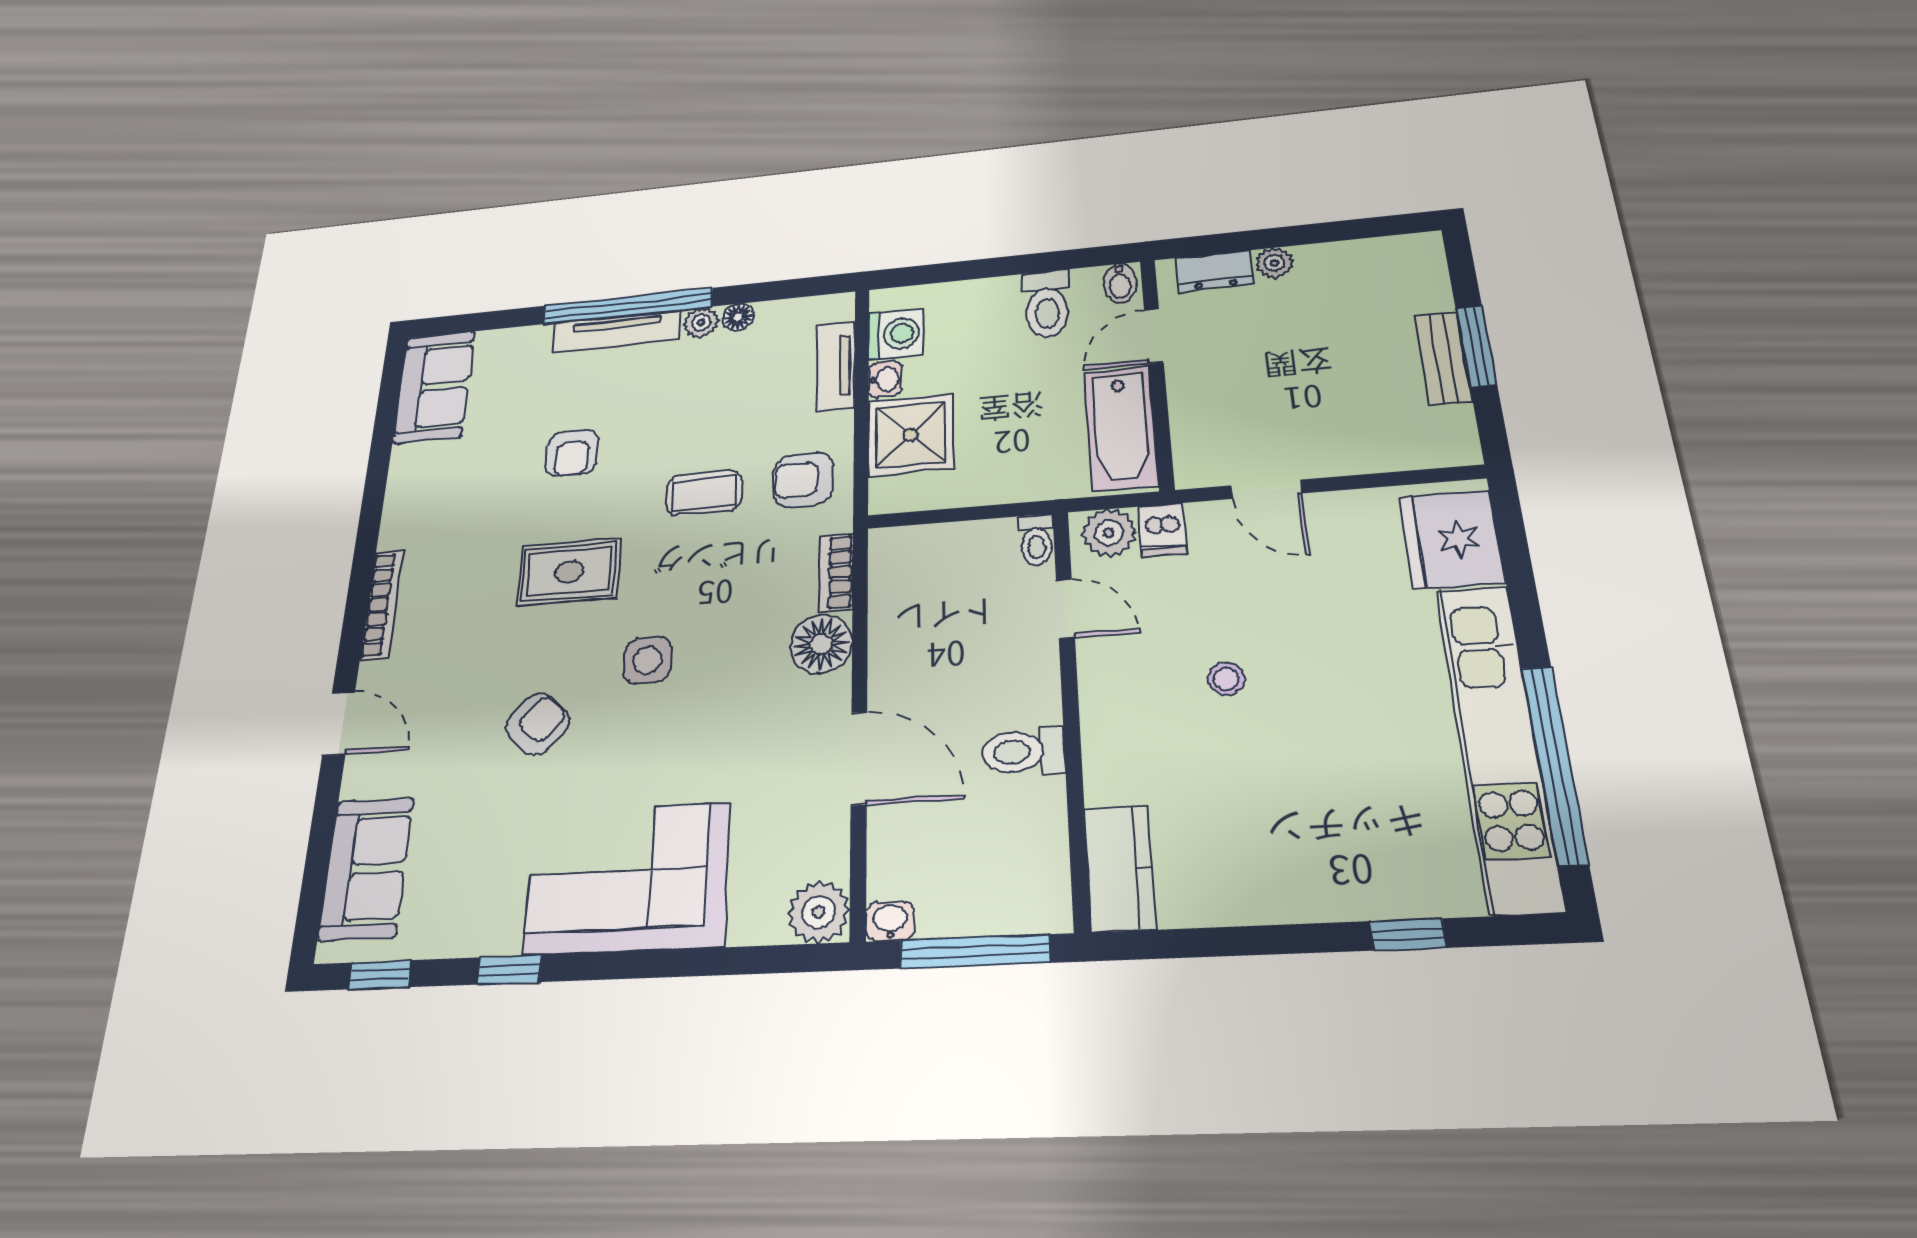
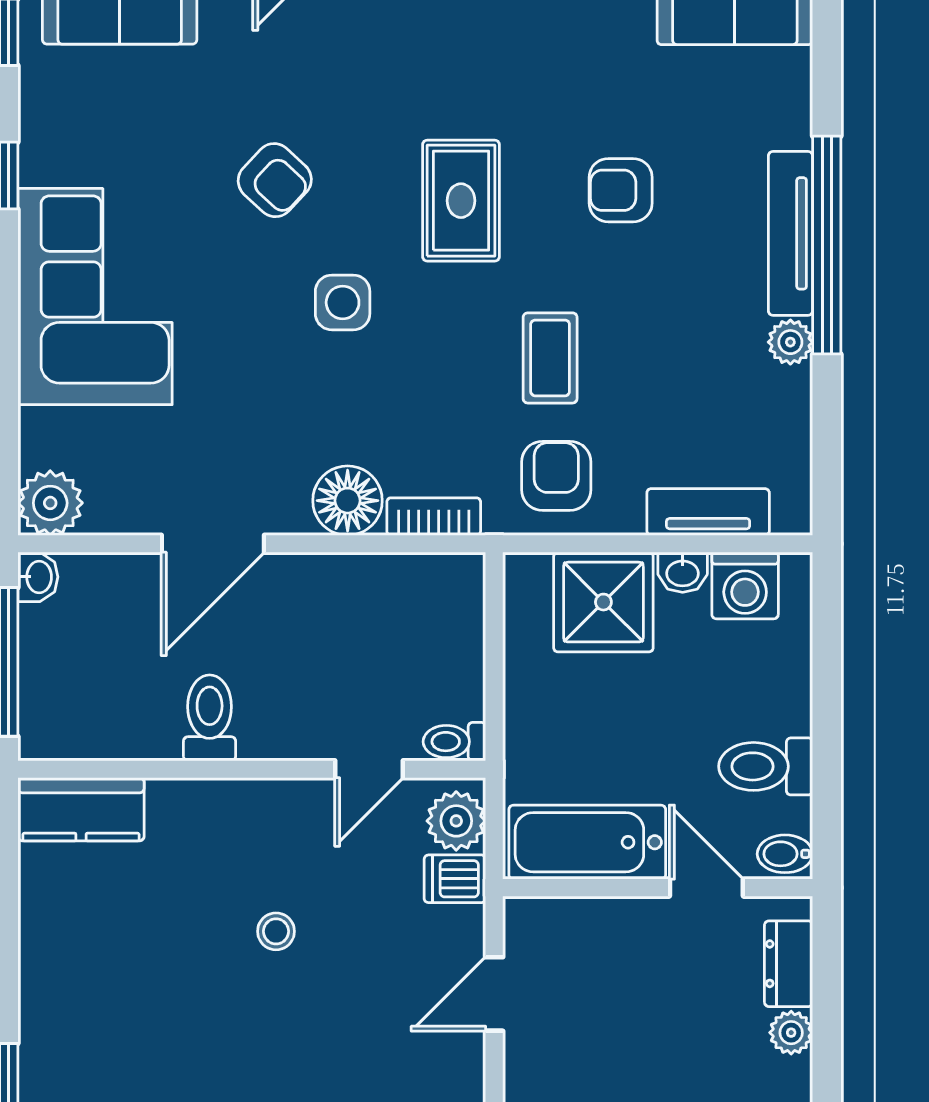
floor lamp: (738, 317) -> (793, 389), removed

